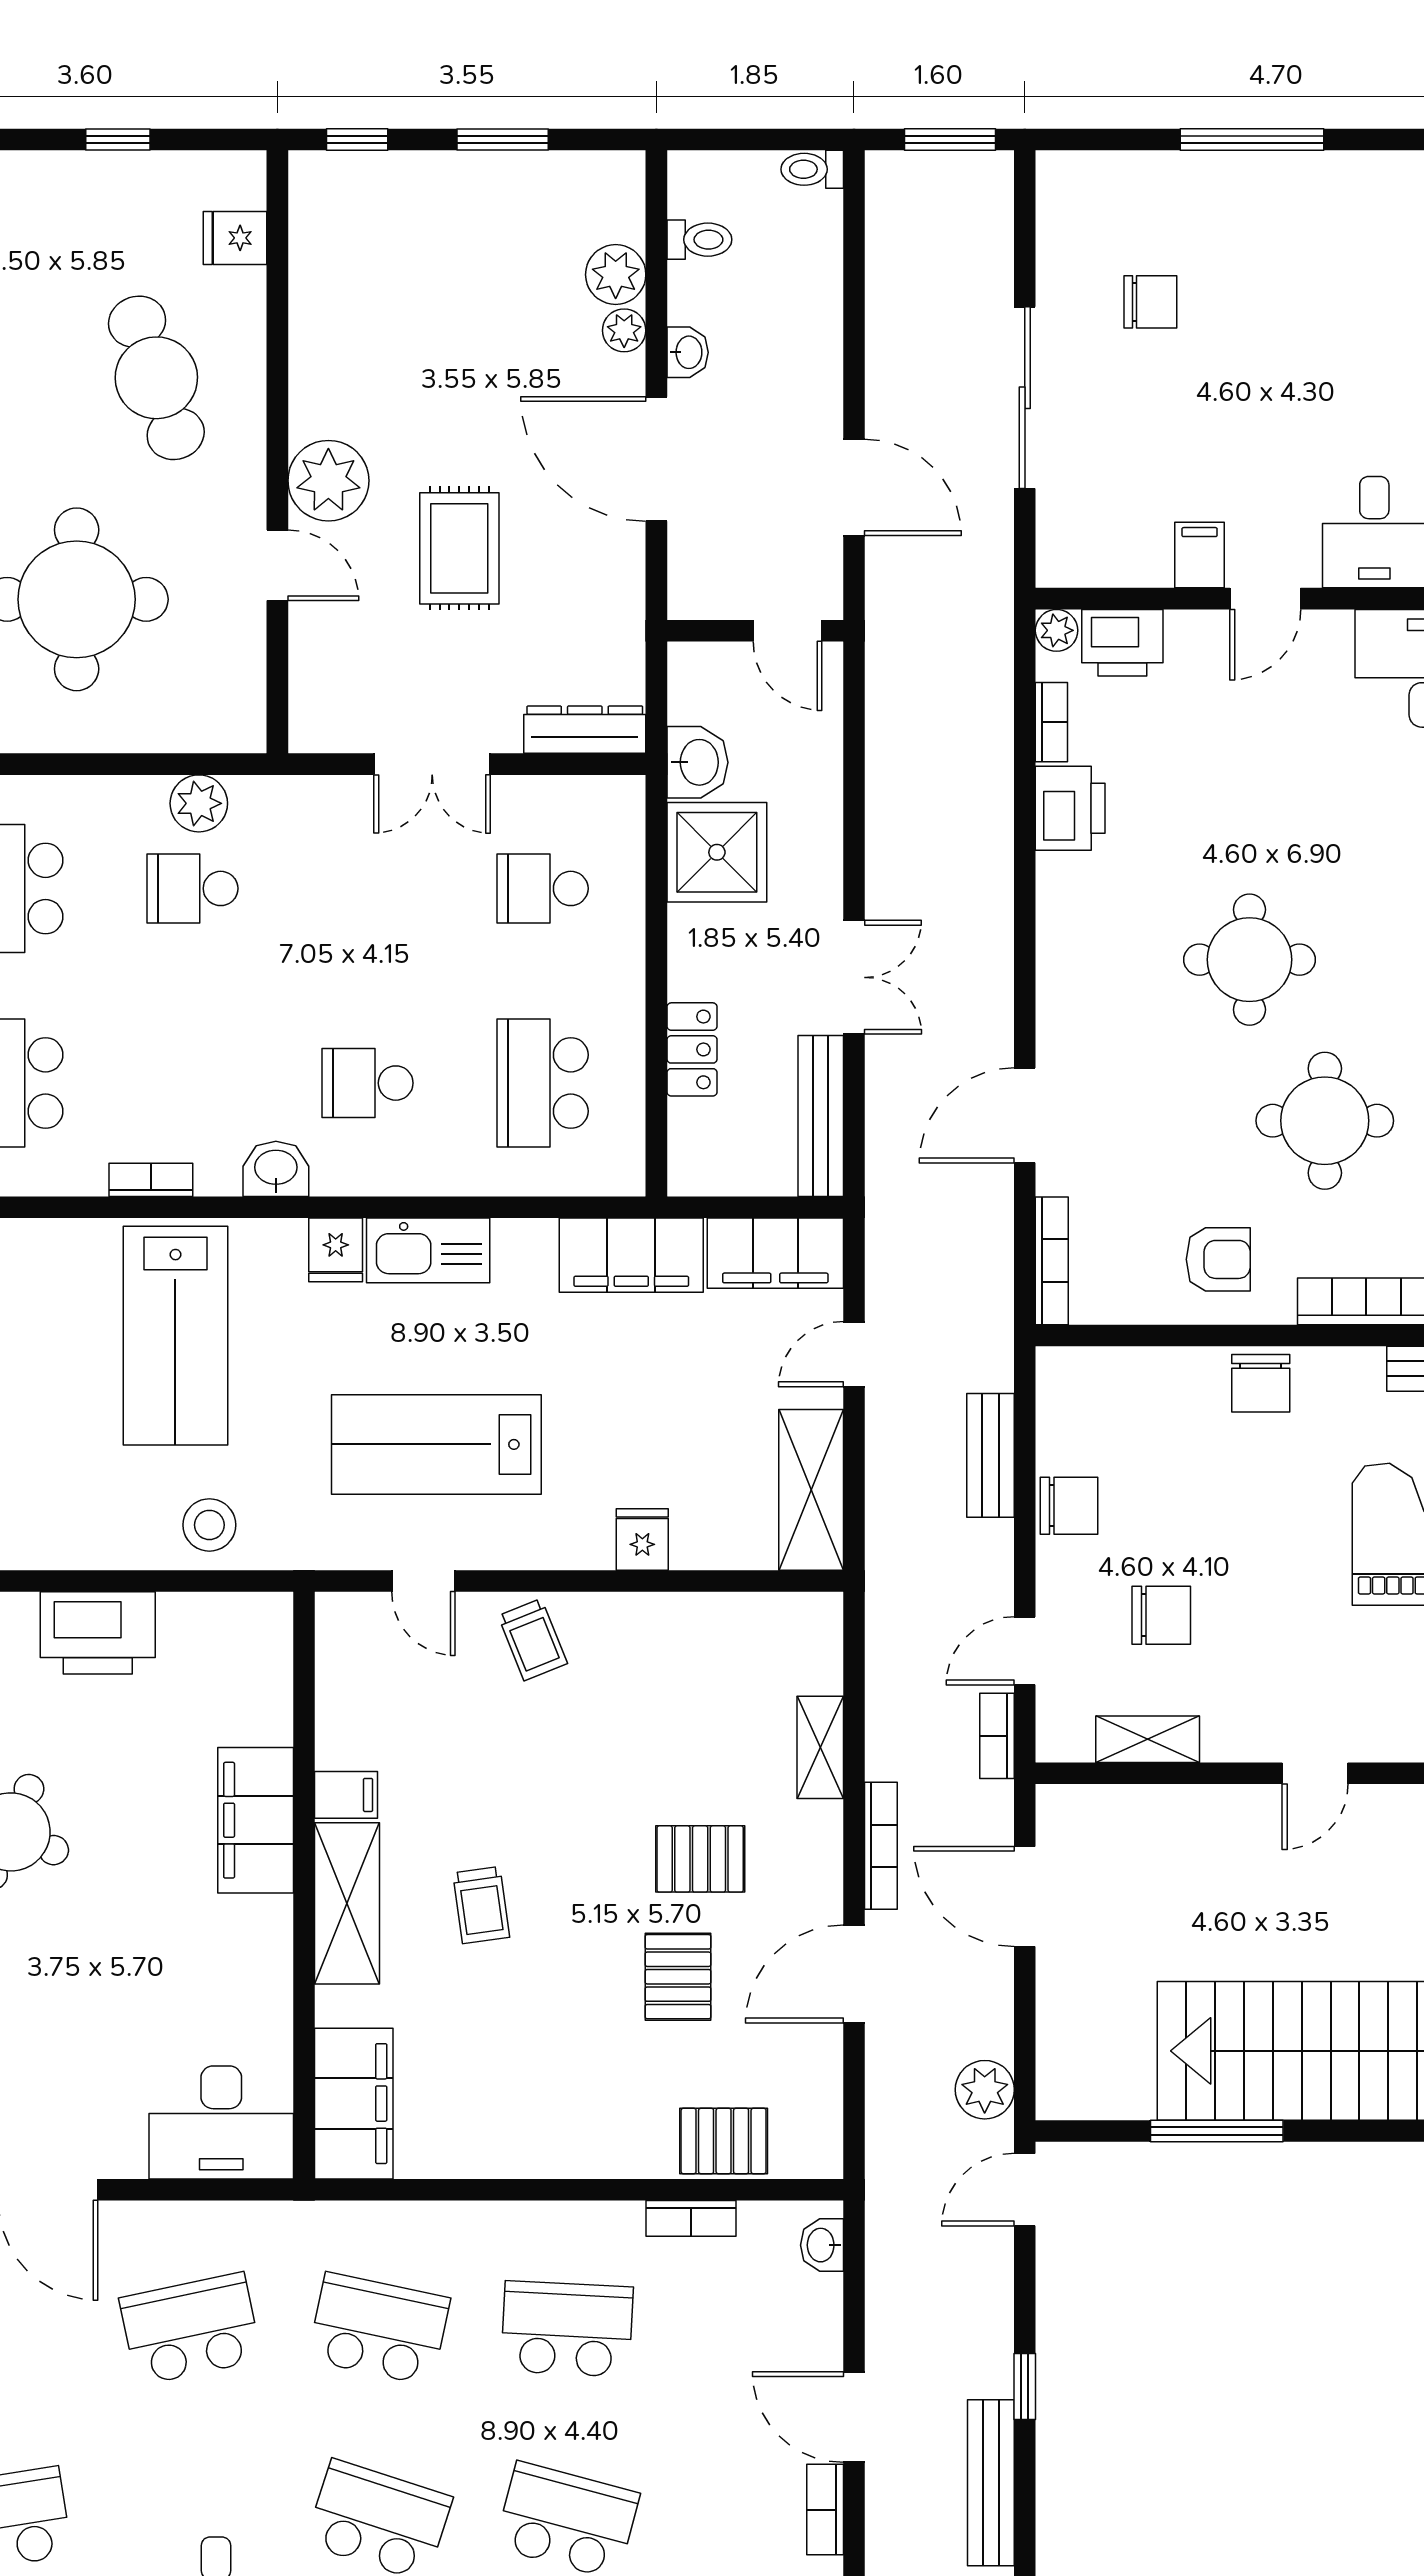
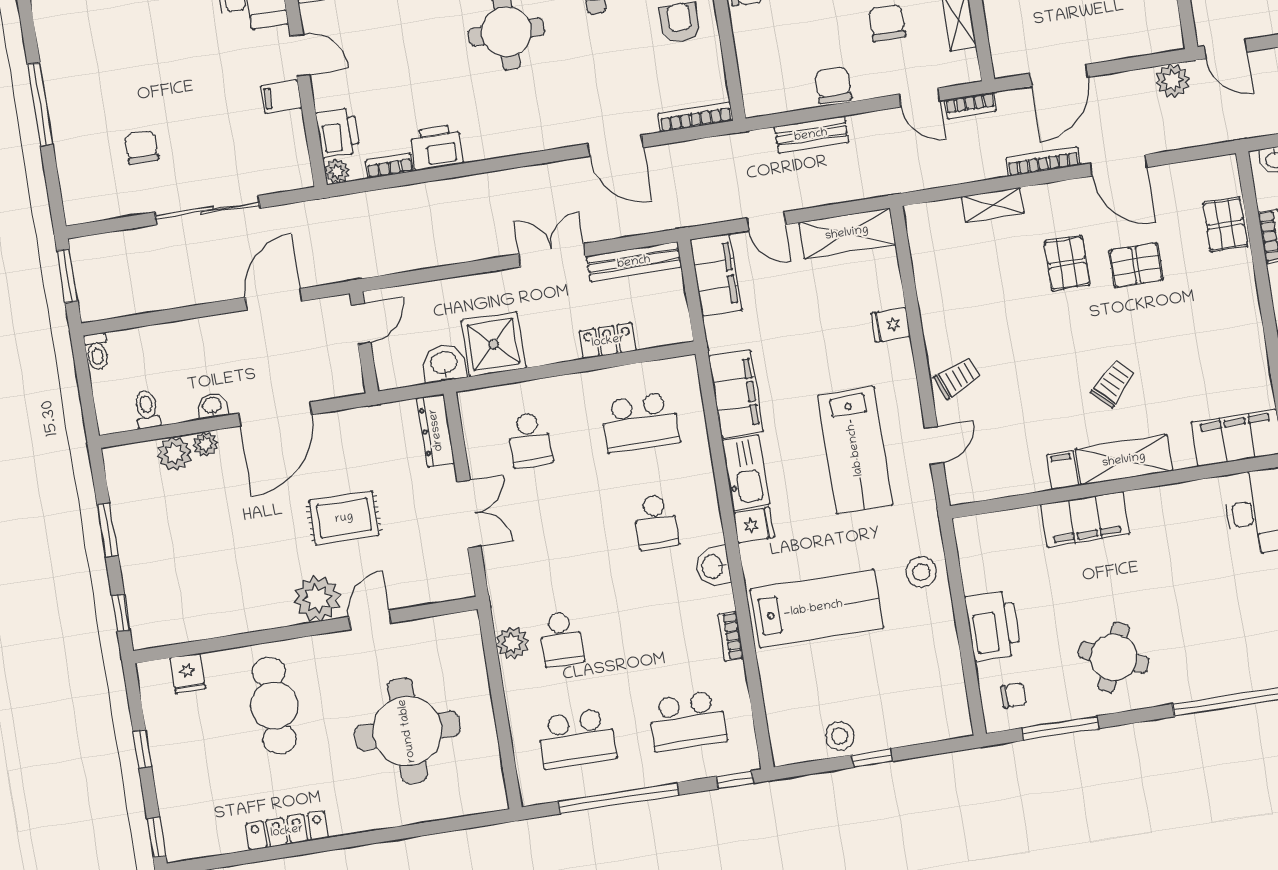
cafe table: (156, 378) -> (274, 705), turned -71
filing cabinet: (631, 1255) -> (736, 394), moved
trolley: (481, 1905) -> (1113, 383), turned -38

